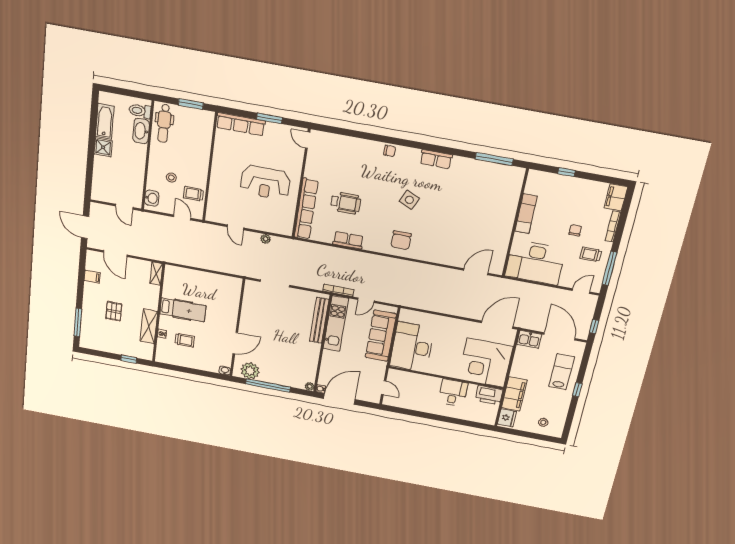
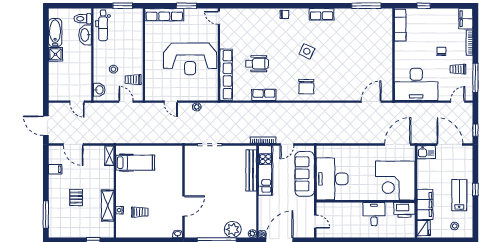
reception desk: (265, 183) -> (190, 59), width x1.36, depth x1.30
exam couch: (526, 214) -> (400, 25), moved
hospital bed: (183, 310) -> (135, 163), moved
plant: (250, 371) -> (233, 229), moved
lab bench: (562, 372) -> (459, 195), moved

